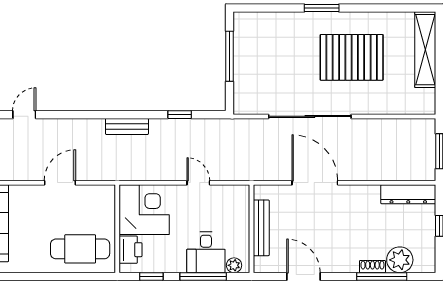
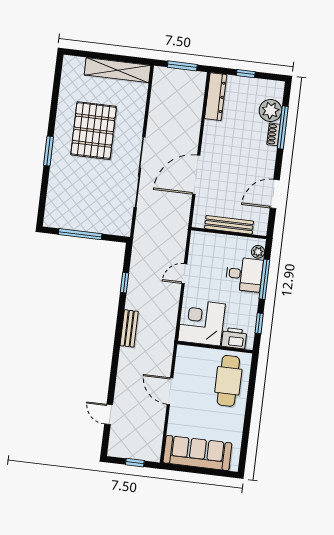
shelving: (425, 50) -> (118, 70), moved

